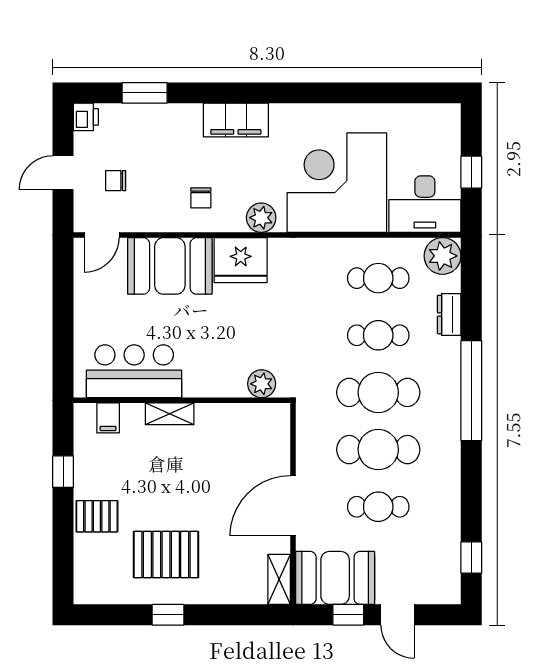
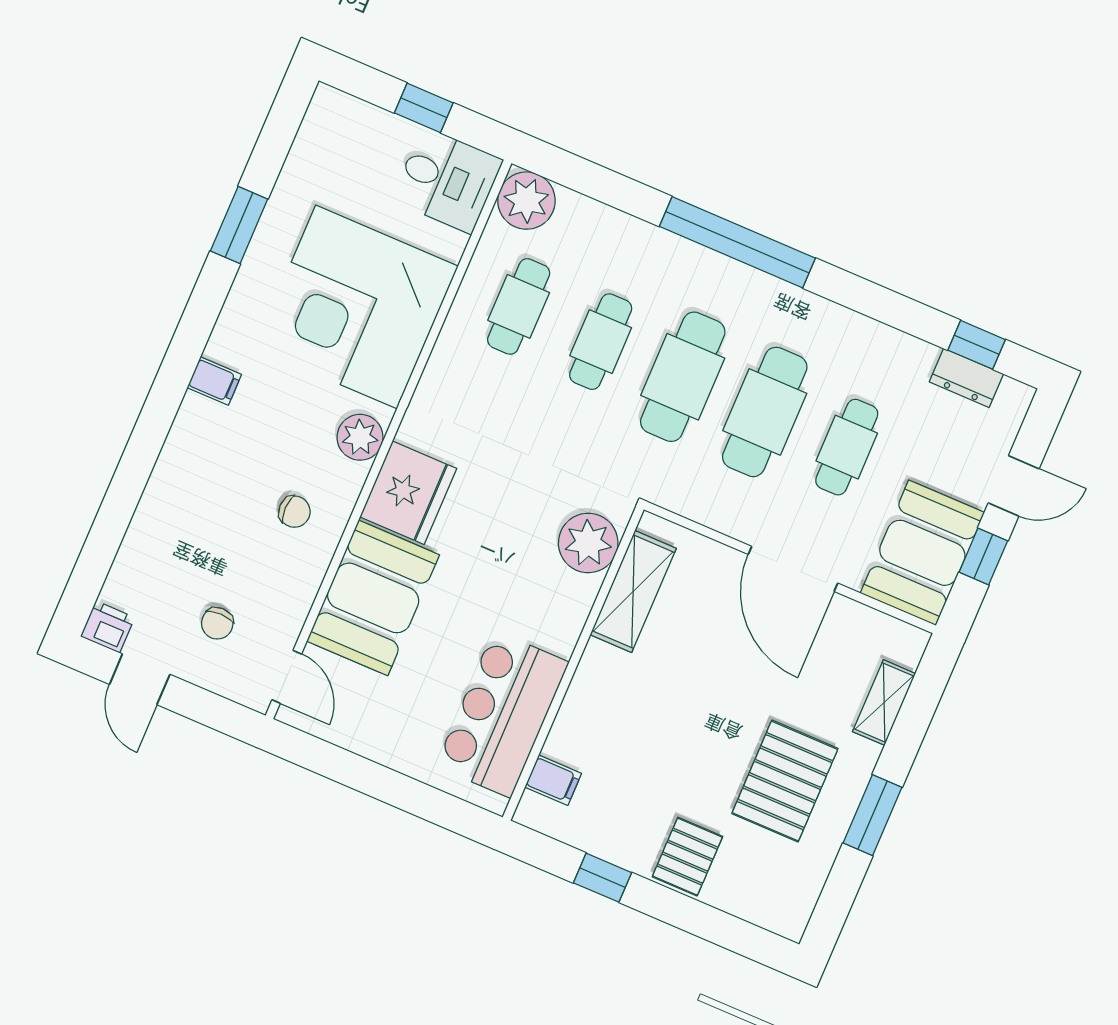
window: (145, 93) -> (239, 225), moved
filing cabinet: (236, 120) -> (214, 381), width x0.33, depth x0.86
door: (63, 173) -> (140, 679), moved
desk: (425, 204) -> (447, 180), width x0.73
dresser: (449, 315) -> (966, 378), moved
plant: (262, 384) -> (588, 543), width x1.36, depth x1.36
shelving: (170, 414) -> (633, 592), moved, width x1.50, depth x1.33
shelving: (279, 579) -> (884, 703), moved, turned 90
window: (168, 615) -> (872, 815), width x1.50

